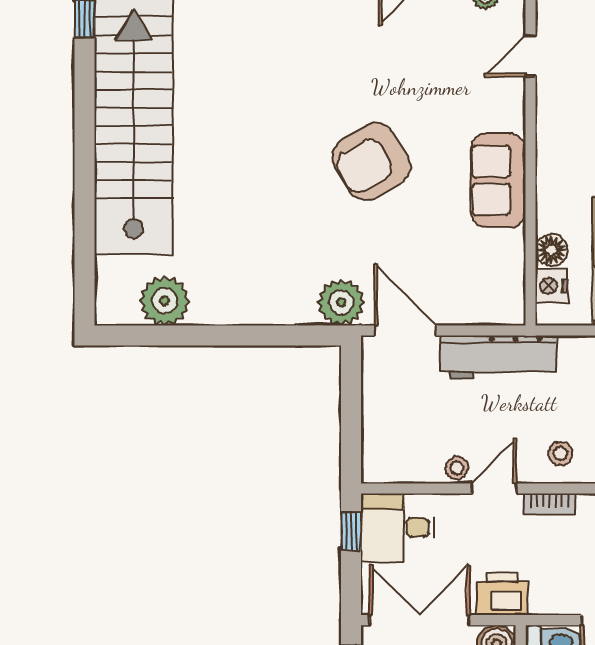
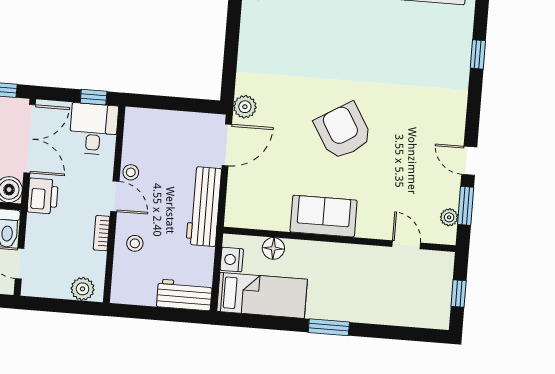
nightstand: (551, 286) -> (232, 260), moved, turned -90
plant: (341, 302) -> (245, 107), width x0.73, depth x0.73

